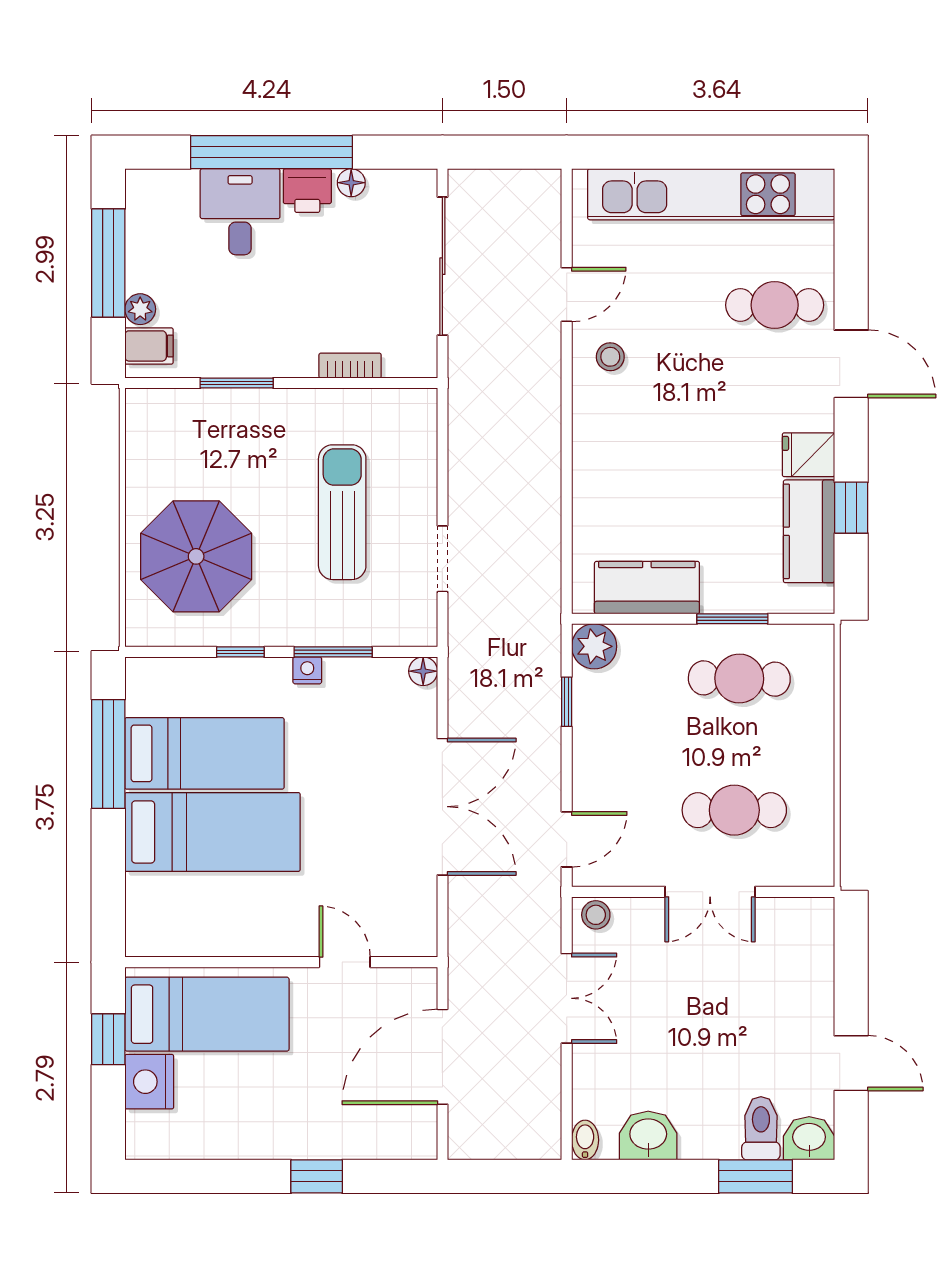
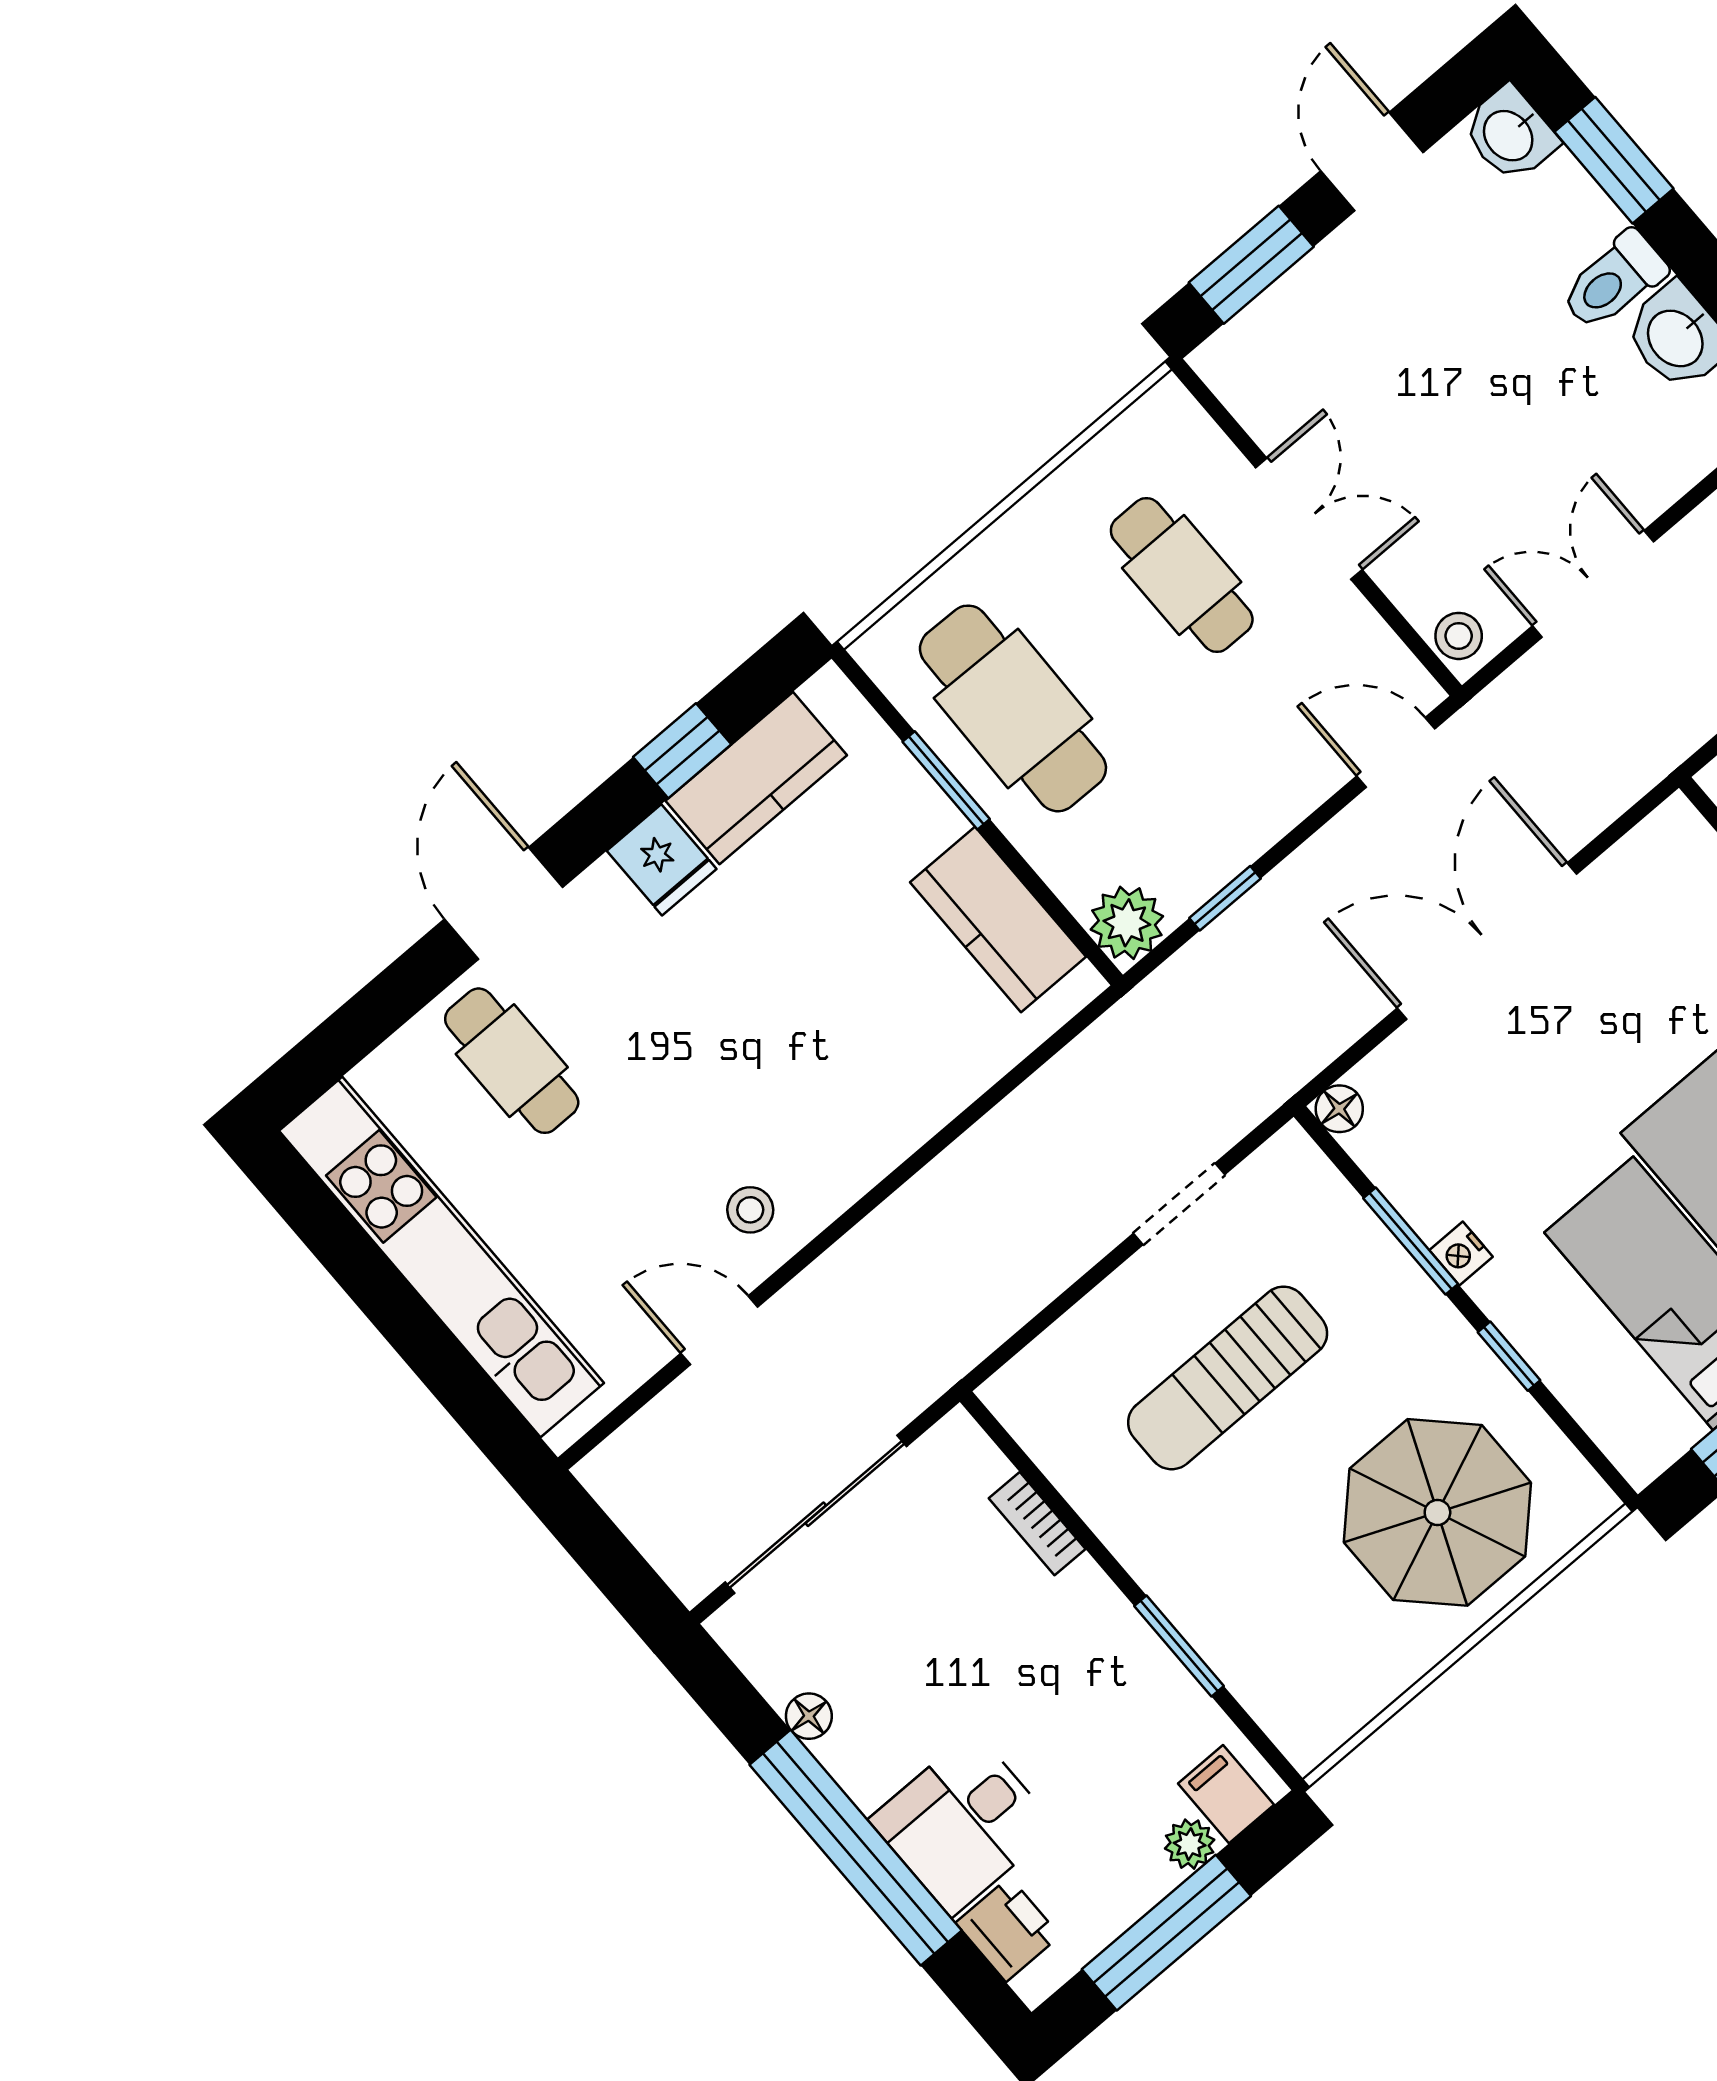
printer: (307, 191) -> (1008, 1929), moved
cafe table: (739, 679) -> (1013, 708), width x1.37, depth x1.35
window: (851, 966) -> (1251, 265), added
toilet: (761, 1128) -> (1614, 281), moved

